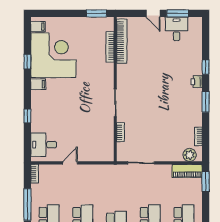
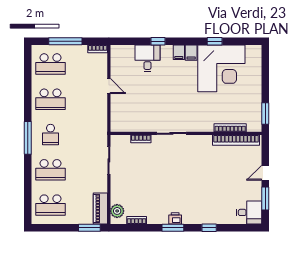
filing cabinet: (38, 27) -> (179, 52), moved
desk: (177, 29) -> (249, 212), moved
printer: (197, 82) -> (175, 218), moved
desk: (44, 145) -> (147, 58), moved

